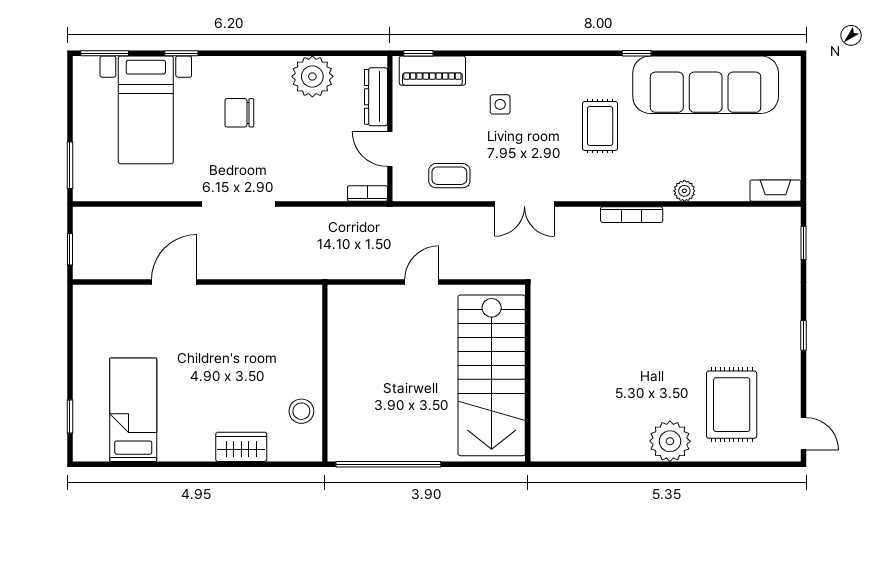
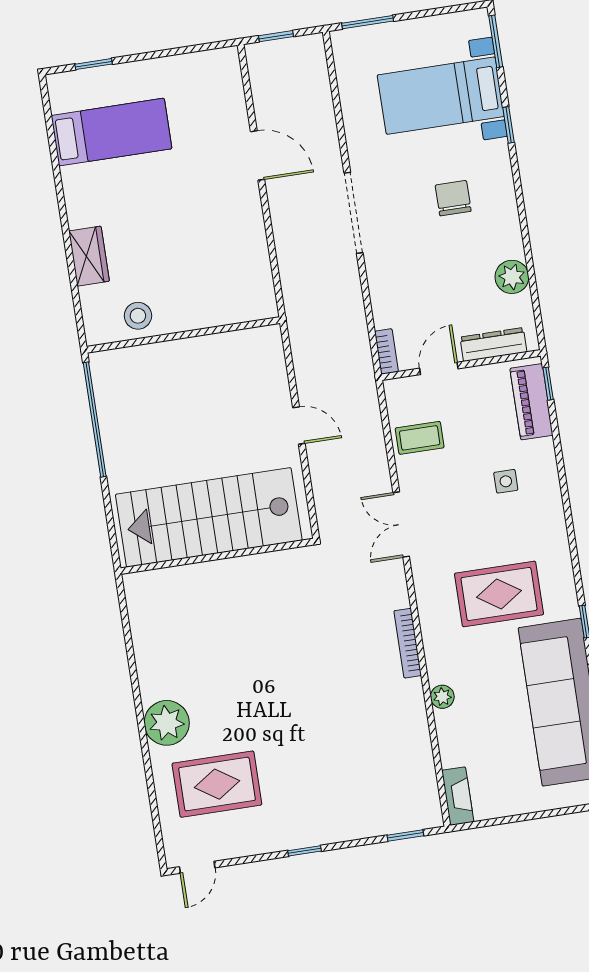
plant: (312, 76) -> (512, 277), width x0.73, depth x0.73
rug: (600, 126) -> (499, 594), width x1.36, depth x1.43
coffee table: (449, 176) -> (420, 438), turned 90

